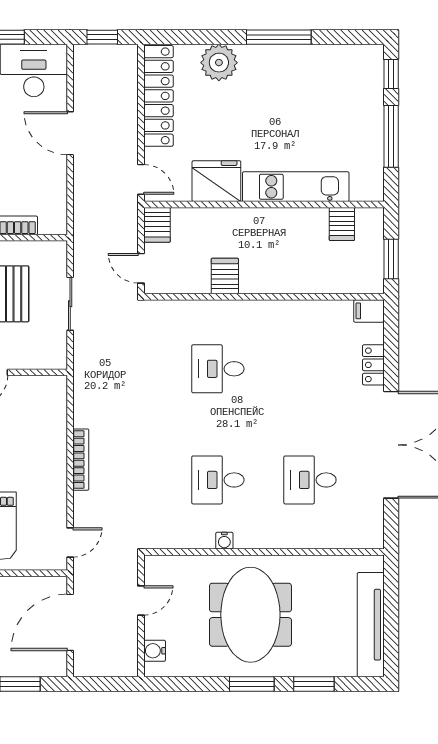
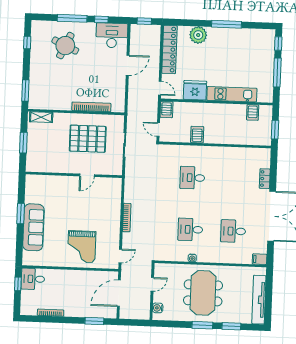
door: (70, 133) -> (128, 65), swing flipped
filing cabinet: (369, 311) -> (260, 259), moved

